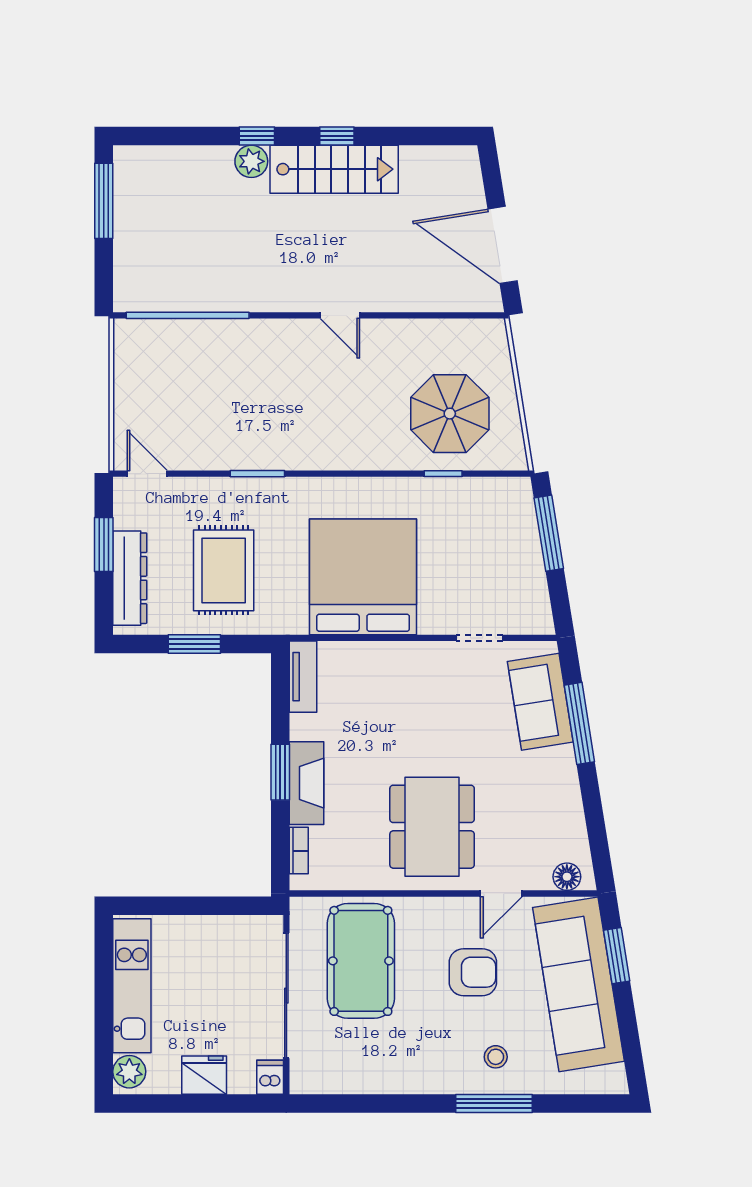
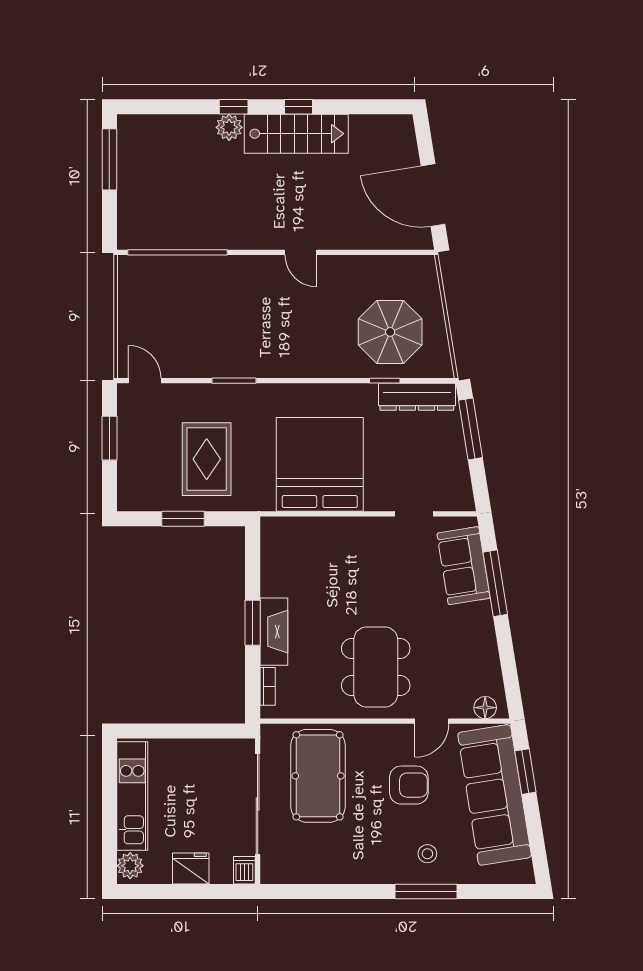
dresser: (130, 578) -> (417, 397), moved, turned 90
tv unit: (303, 677) -> (271, 545), removed

